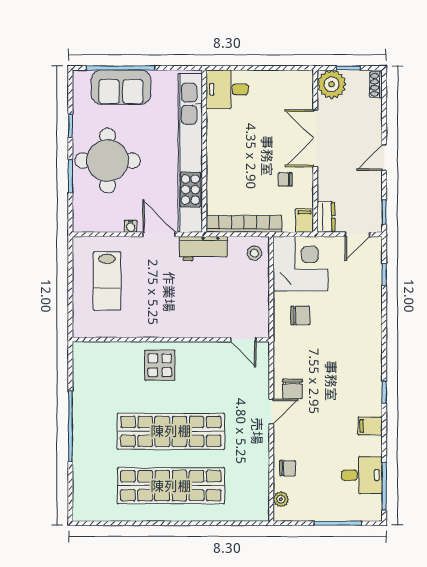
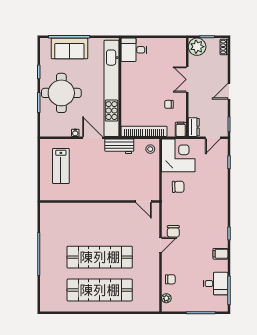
double door: (315, 138) -> (187, 79), width x0.73
display table: (160, 365) -> (93, 217), removed

